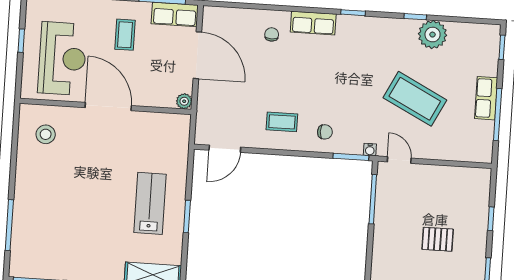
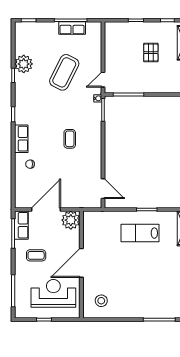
row of seats: (486, 98) -> (72, 28), moved
plant: (184, 101) -> (71, 220), width x1.88, depth x1.88
coffee table: (282, 122) -> (70, 139), moved
chair: (325, 132) -> (88, 127), removed

